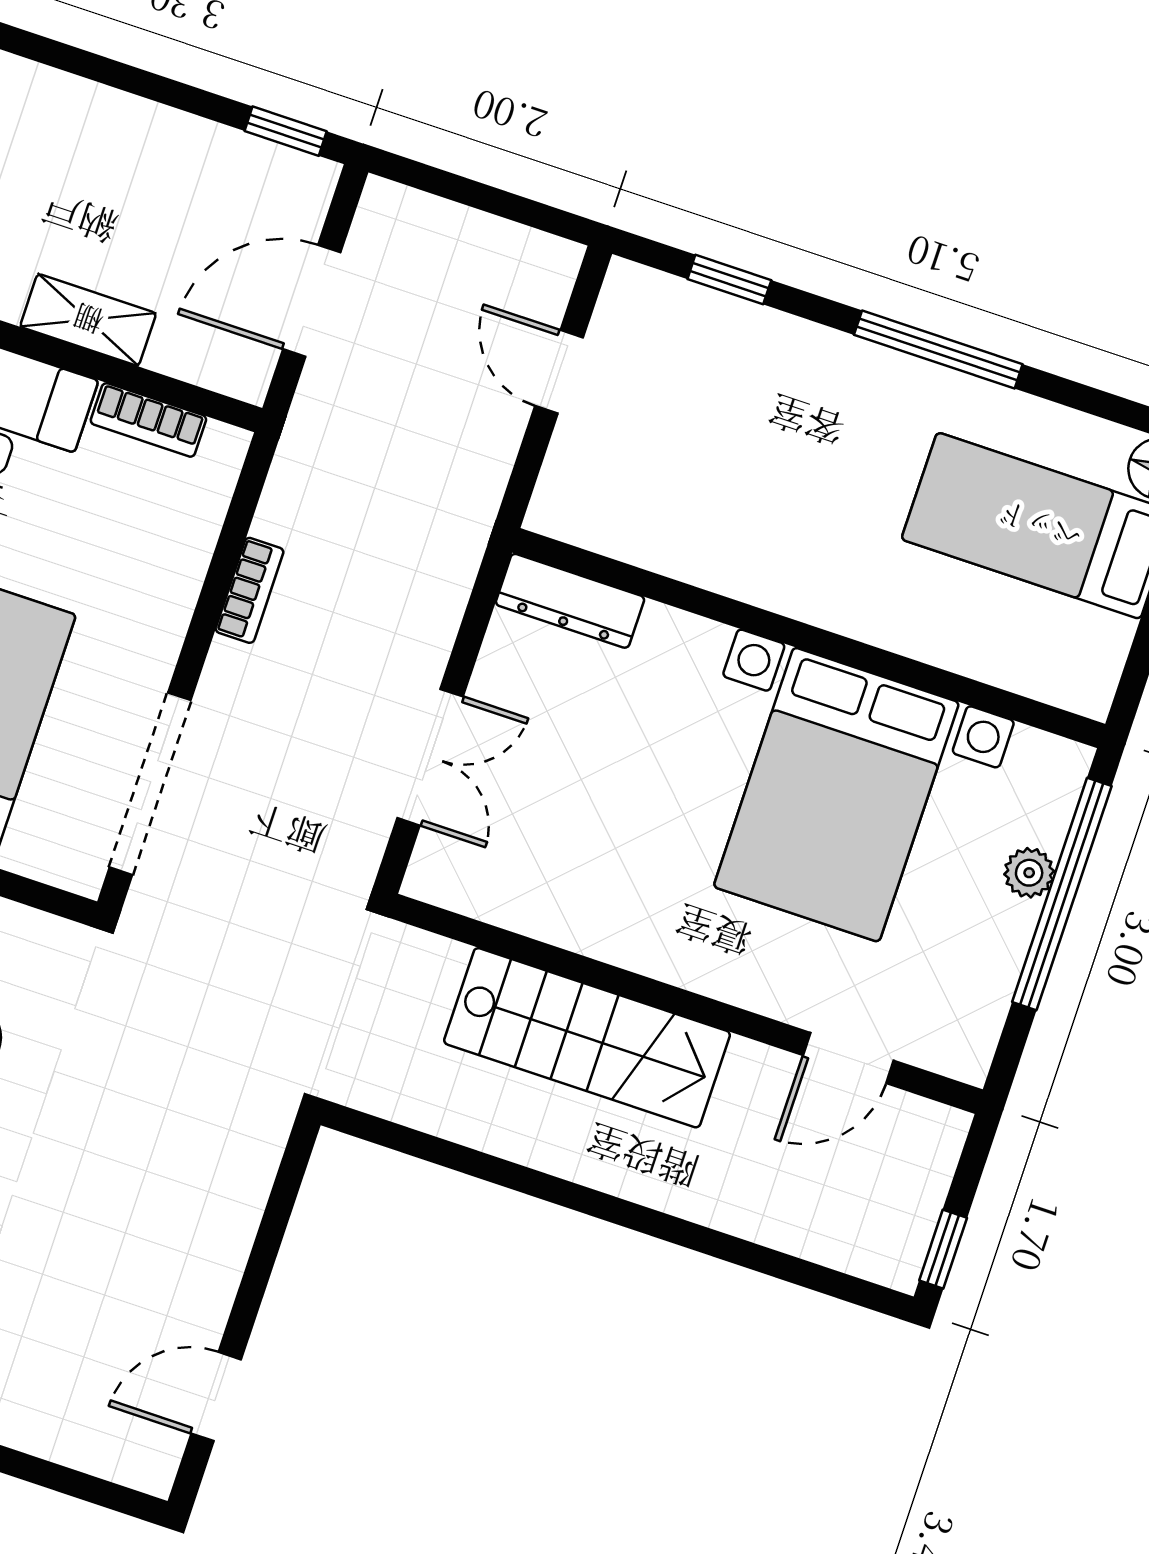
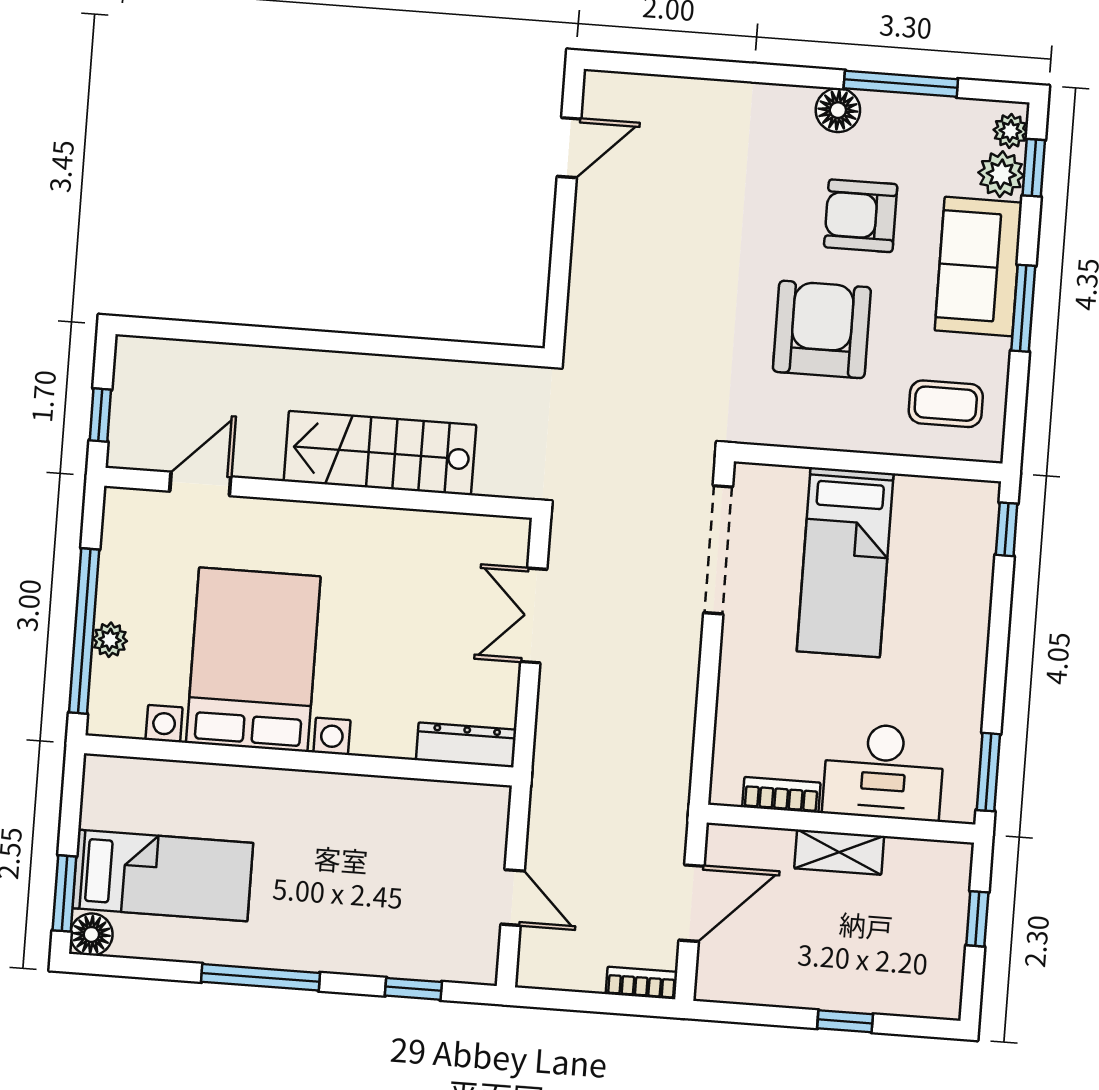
window: (286, 131) -> (845, 1021), moved
bookcase: (250, 590) -> (642, 983), moved, turned 90
window: (943, 1249) -> (100, 415), moved

